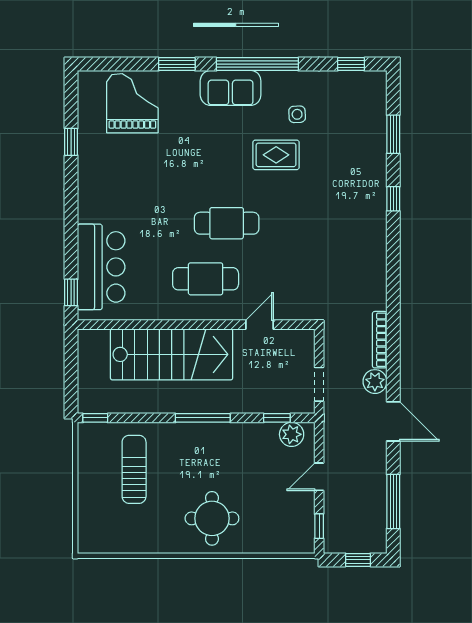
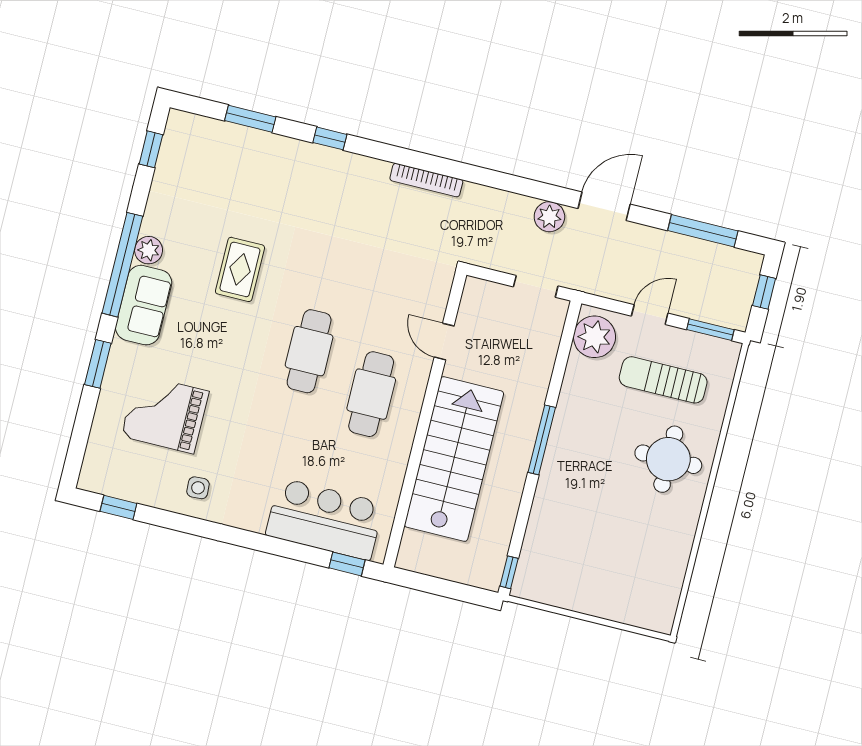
plant: (273, 81) -> (149, 250), added
grand piano: (132, 103) -> (165, 414), moved
side table: (297, 114) -> (198, 488), moved
window: (71, 142) -> (118, 507), moved
bookcase: (380, 340) -> (426, 180), moved
window: (277, 418) -> (564, 348), removed
plant: (292, 434) -> (594, 337), width x1.36, depth x1.36
sun lounger: (134, 469) -> (663, 380), moved
door: (319, 477) -> (650, 315), swing flipped
window: (319, 526) -> (710, 330), width x1.50

